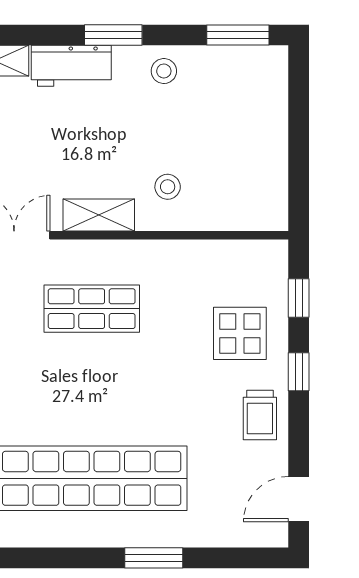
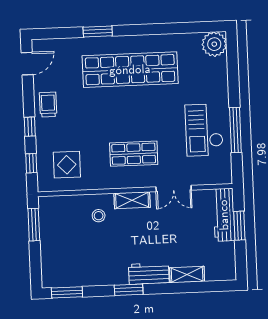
stool: (164, 71) -> (103, 273), removed
window: (299, 174) -> (34, 225), added
display table: (240, 333) -> (67, 165), moved

